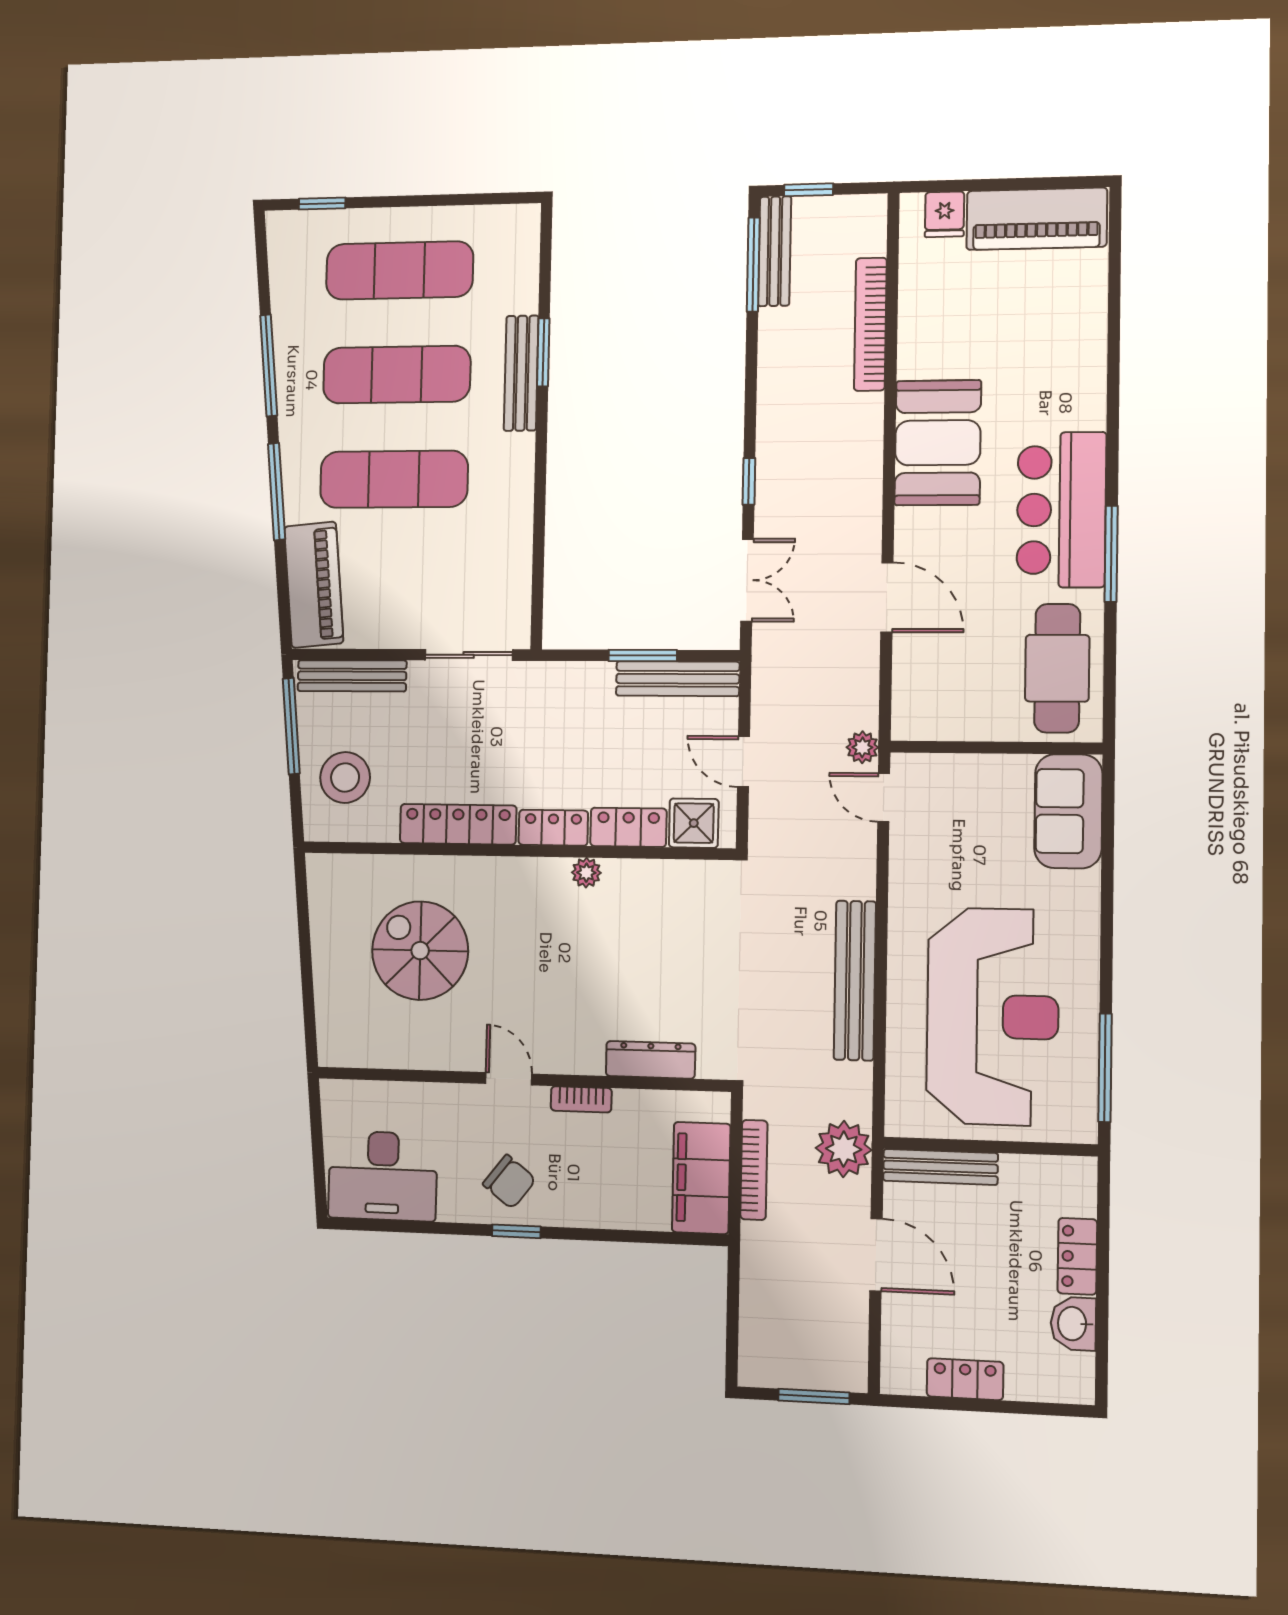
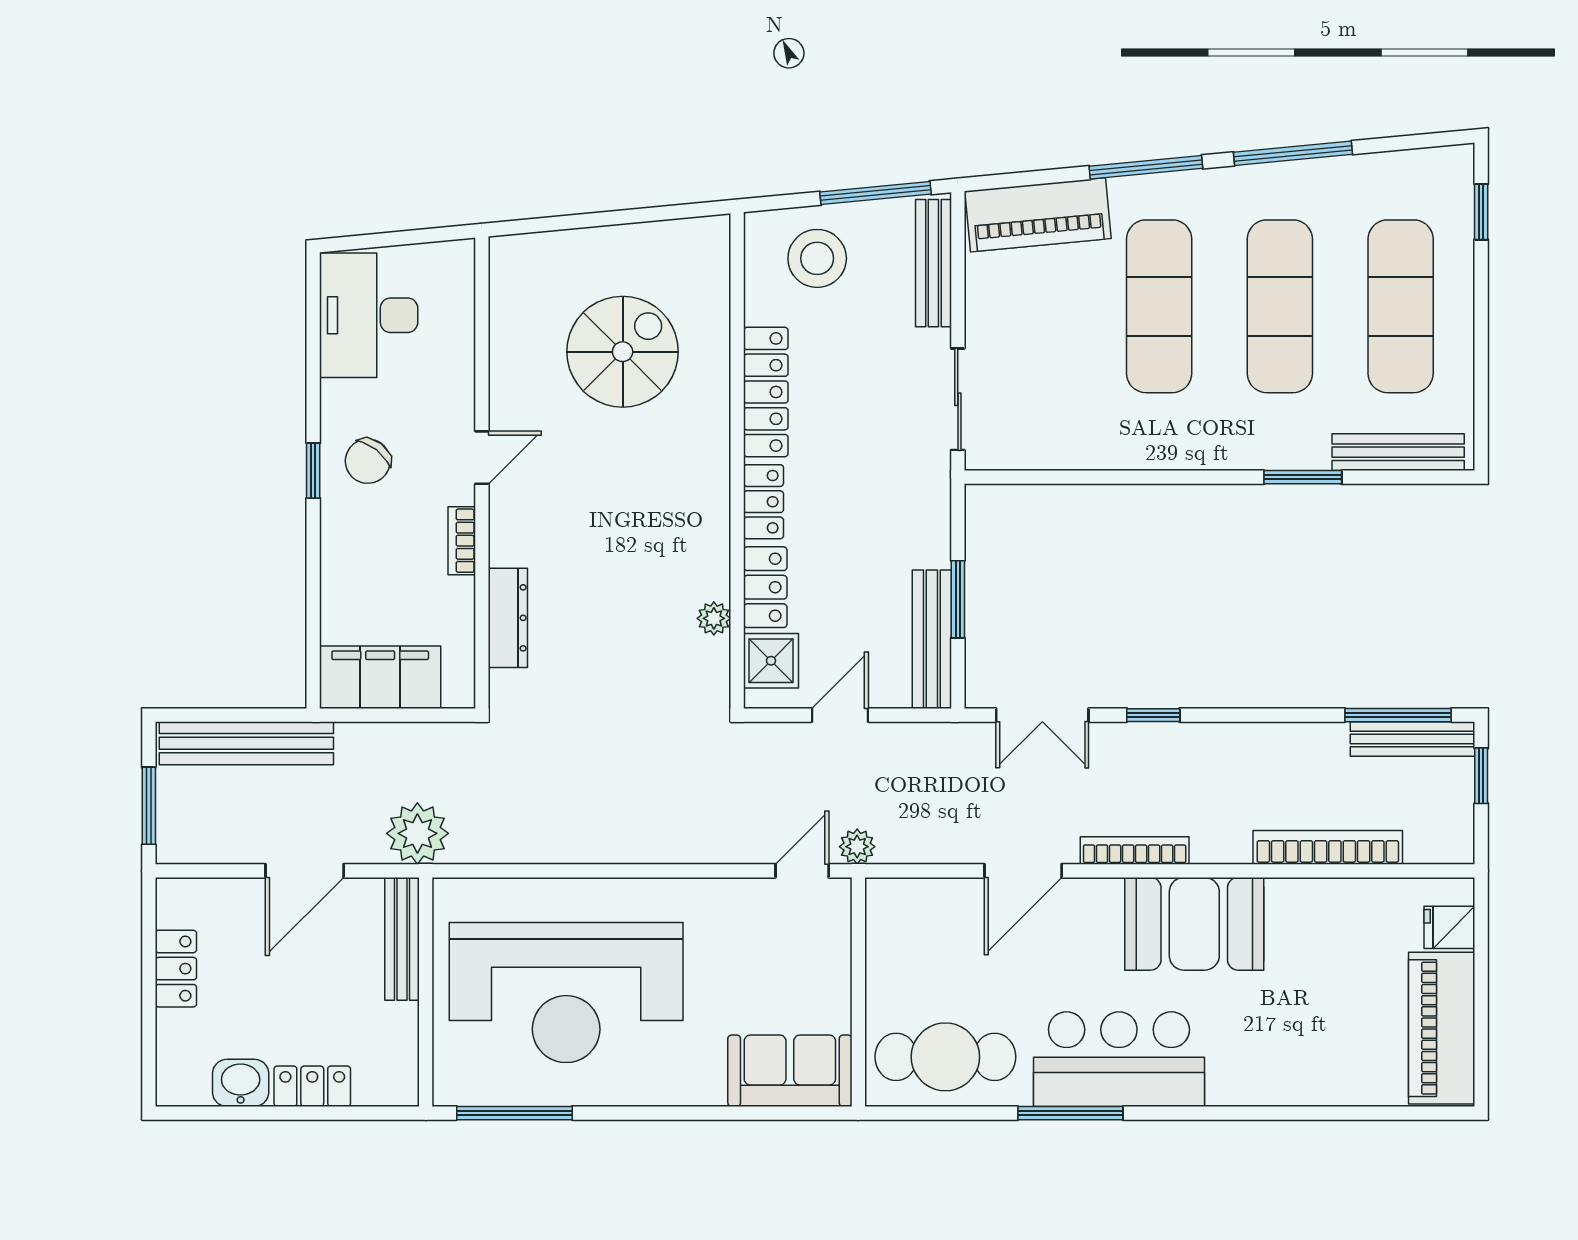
bench: (521, 373) -> (1398, 452), moved
plant: (586, 873) -> (714, 618), moved
bench: (855, 981) -> (246, 743), moved
bookcase: (754, 1170) -> (1135, 850), moved, turned 180

